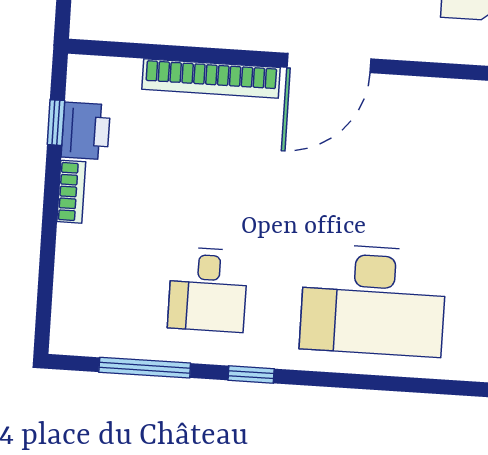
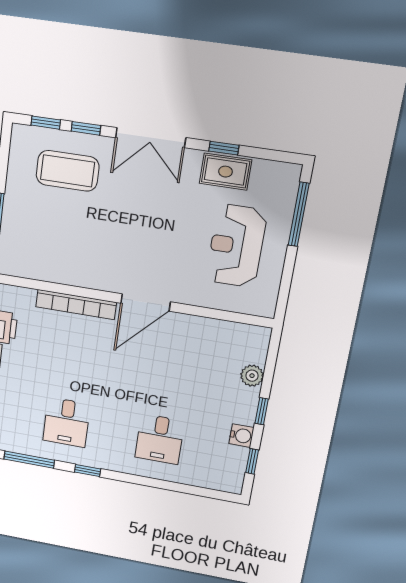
desk: (373, 300) -> (160, 439), width x0.53, depth x0.77

